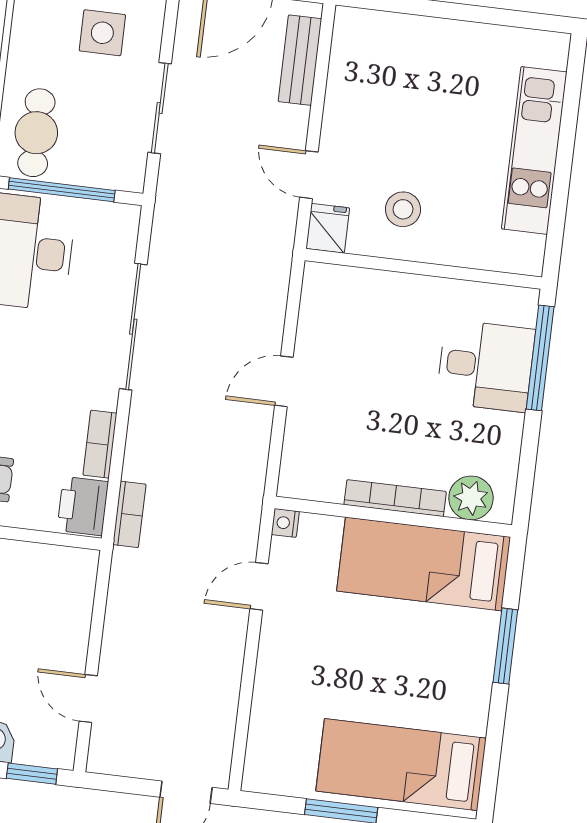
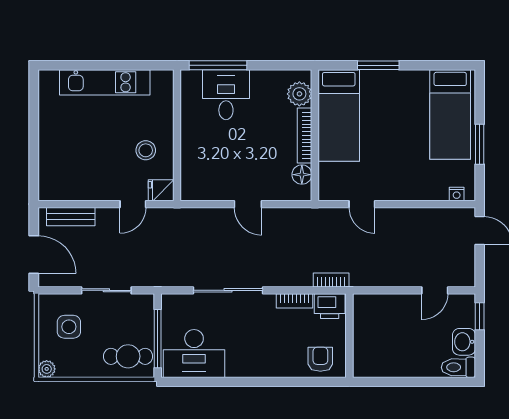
floor lamp: (325, 485) -> (302, 175), added
nightstand: (285, 523) -> (457, 194), moved

